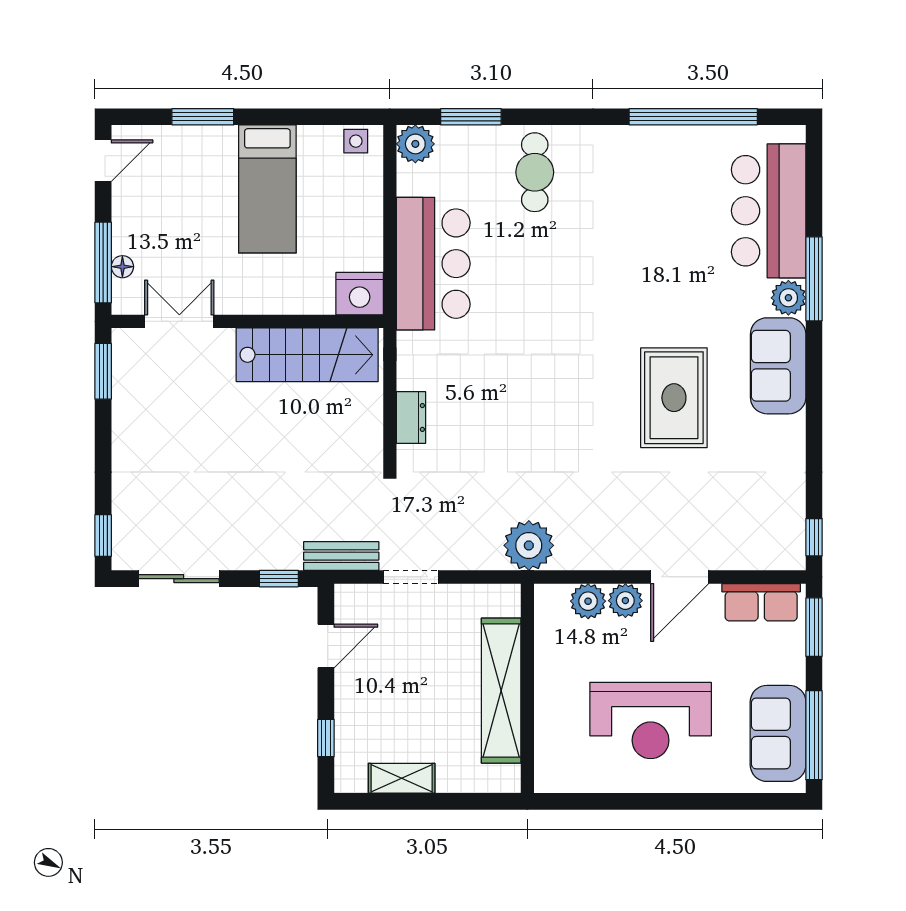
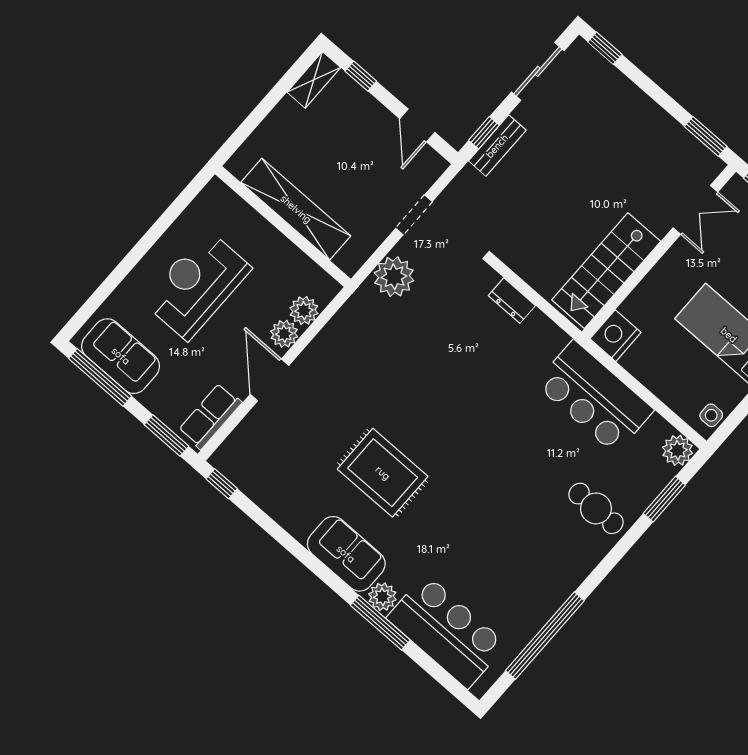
plant: (529, 545) -> (394, 277), moved
bench: (341, 556) -> (497, 146), moved
shelving: (402, 778) -> (314, 80), moved

